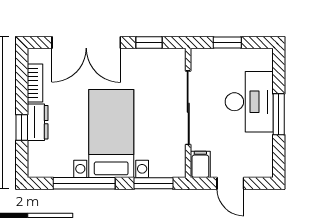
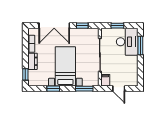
desk: (249, 102) -> (127, 42), moved
window: (279, 114) -> (140, 46), moved
window: (22, 127) -> (25, 74), moved
window: (84, 183) -> (53, 89), width x0.46

